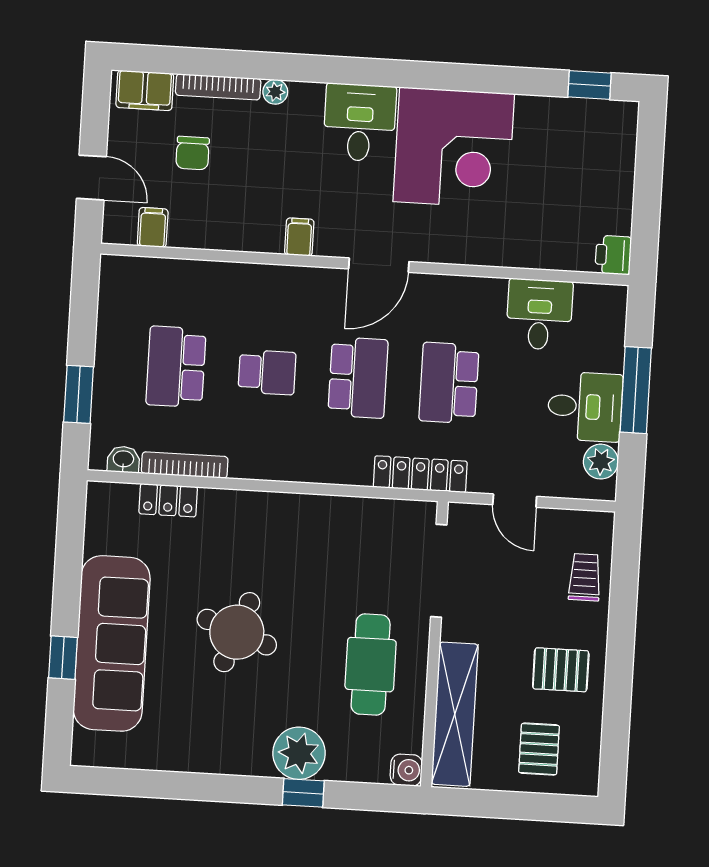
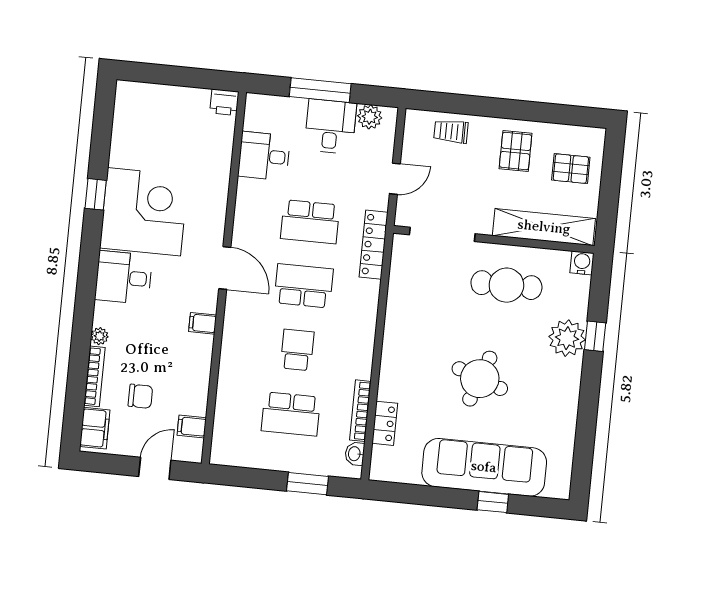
window: (589, 85) -> (96, 194), moved

